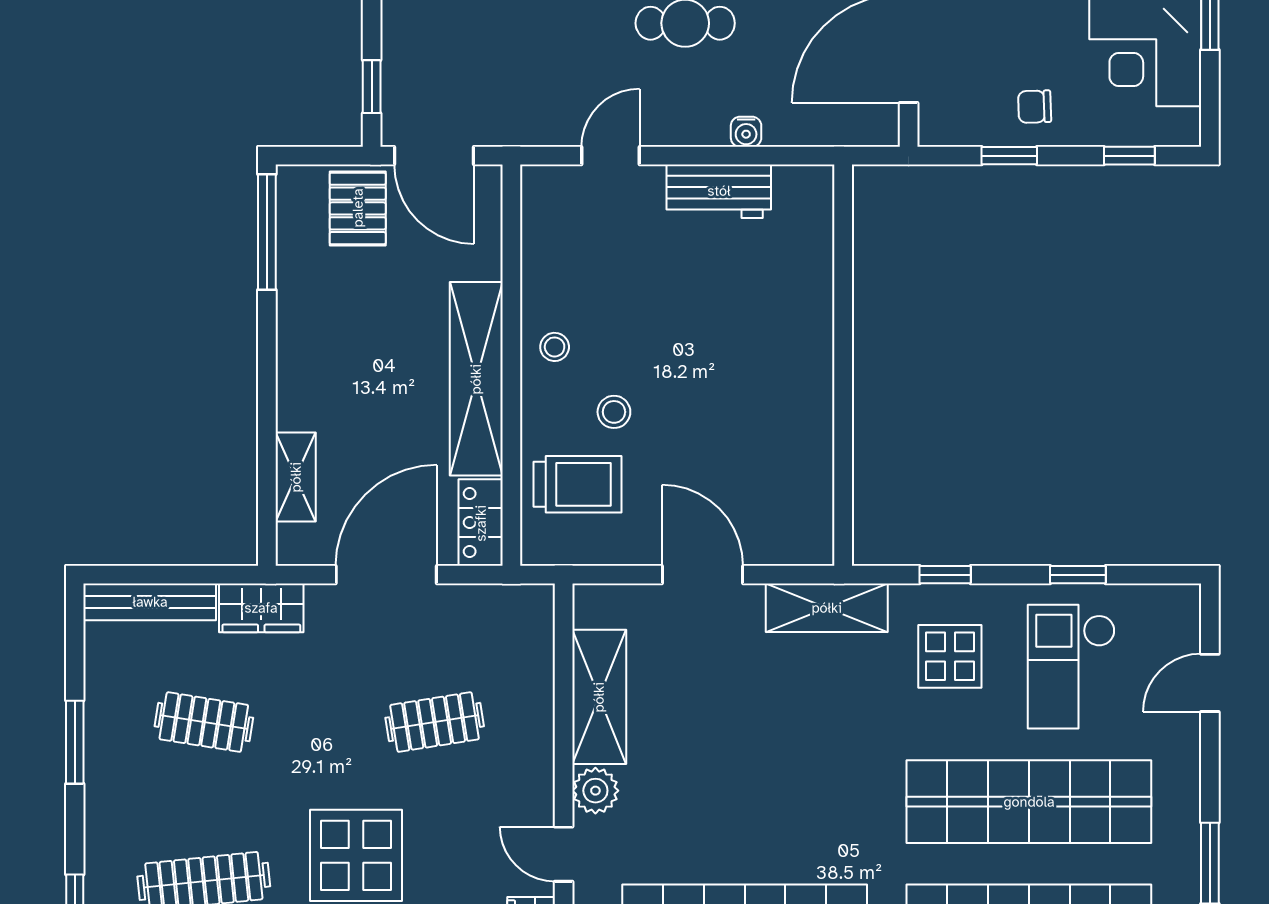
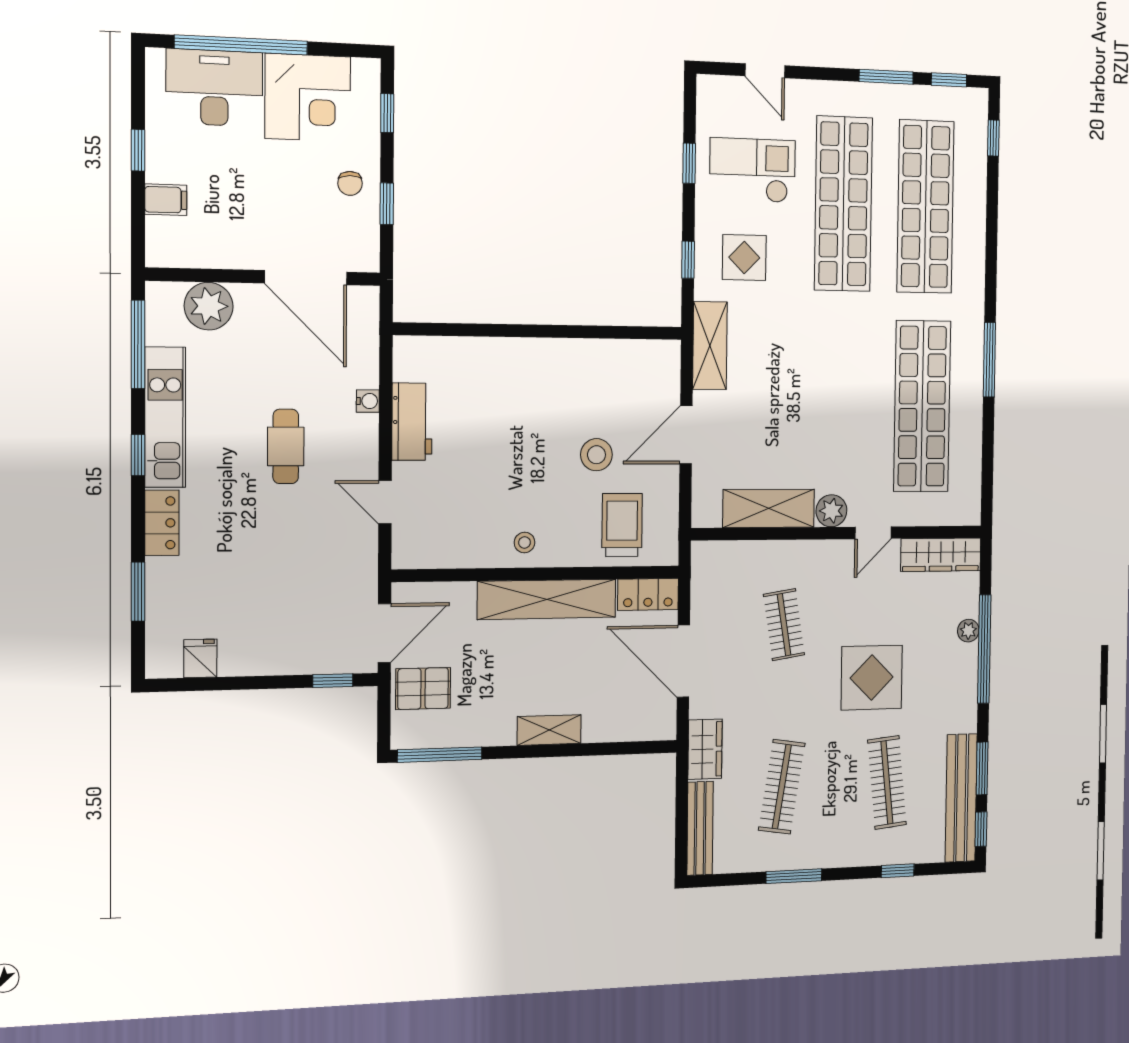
stool: (614, 412) -> (596, 455), moved, width x1.37, depth x1.37
shelving: (296, 477) -> (549, 730), moved
checkout: (1071, 667) -> (752, 170), turned 180
clothes rail: (204, 722) -> (782, 787), width x1.36

